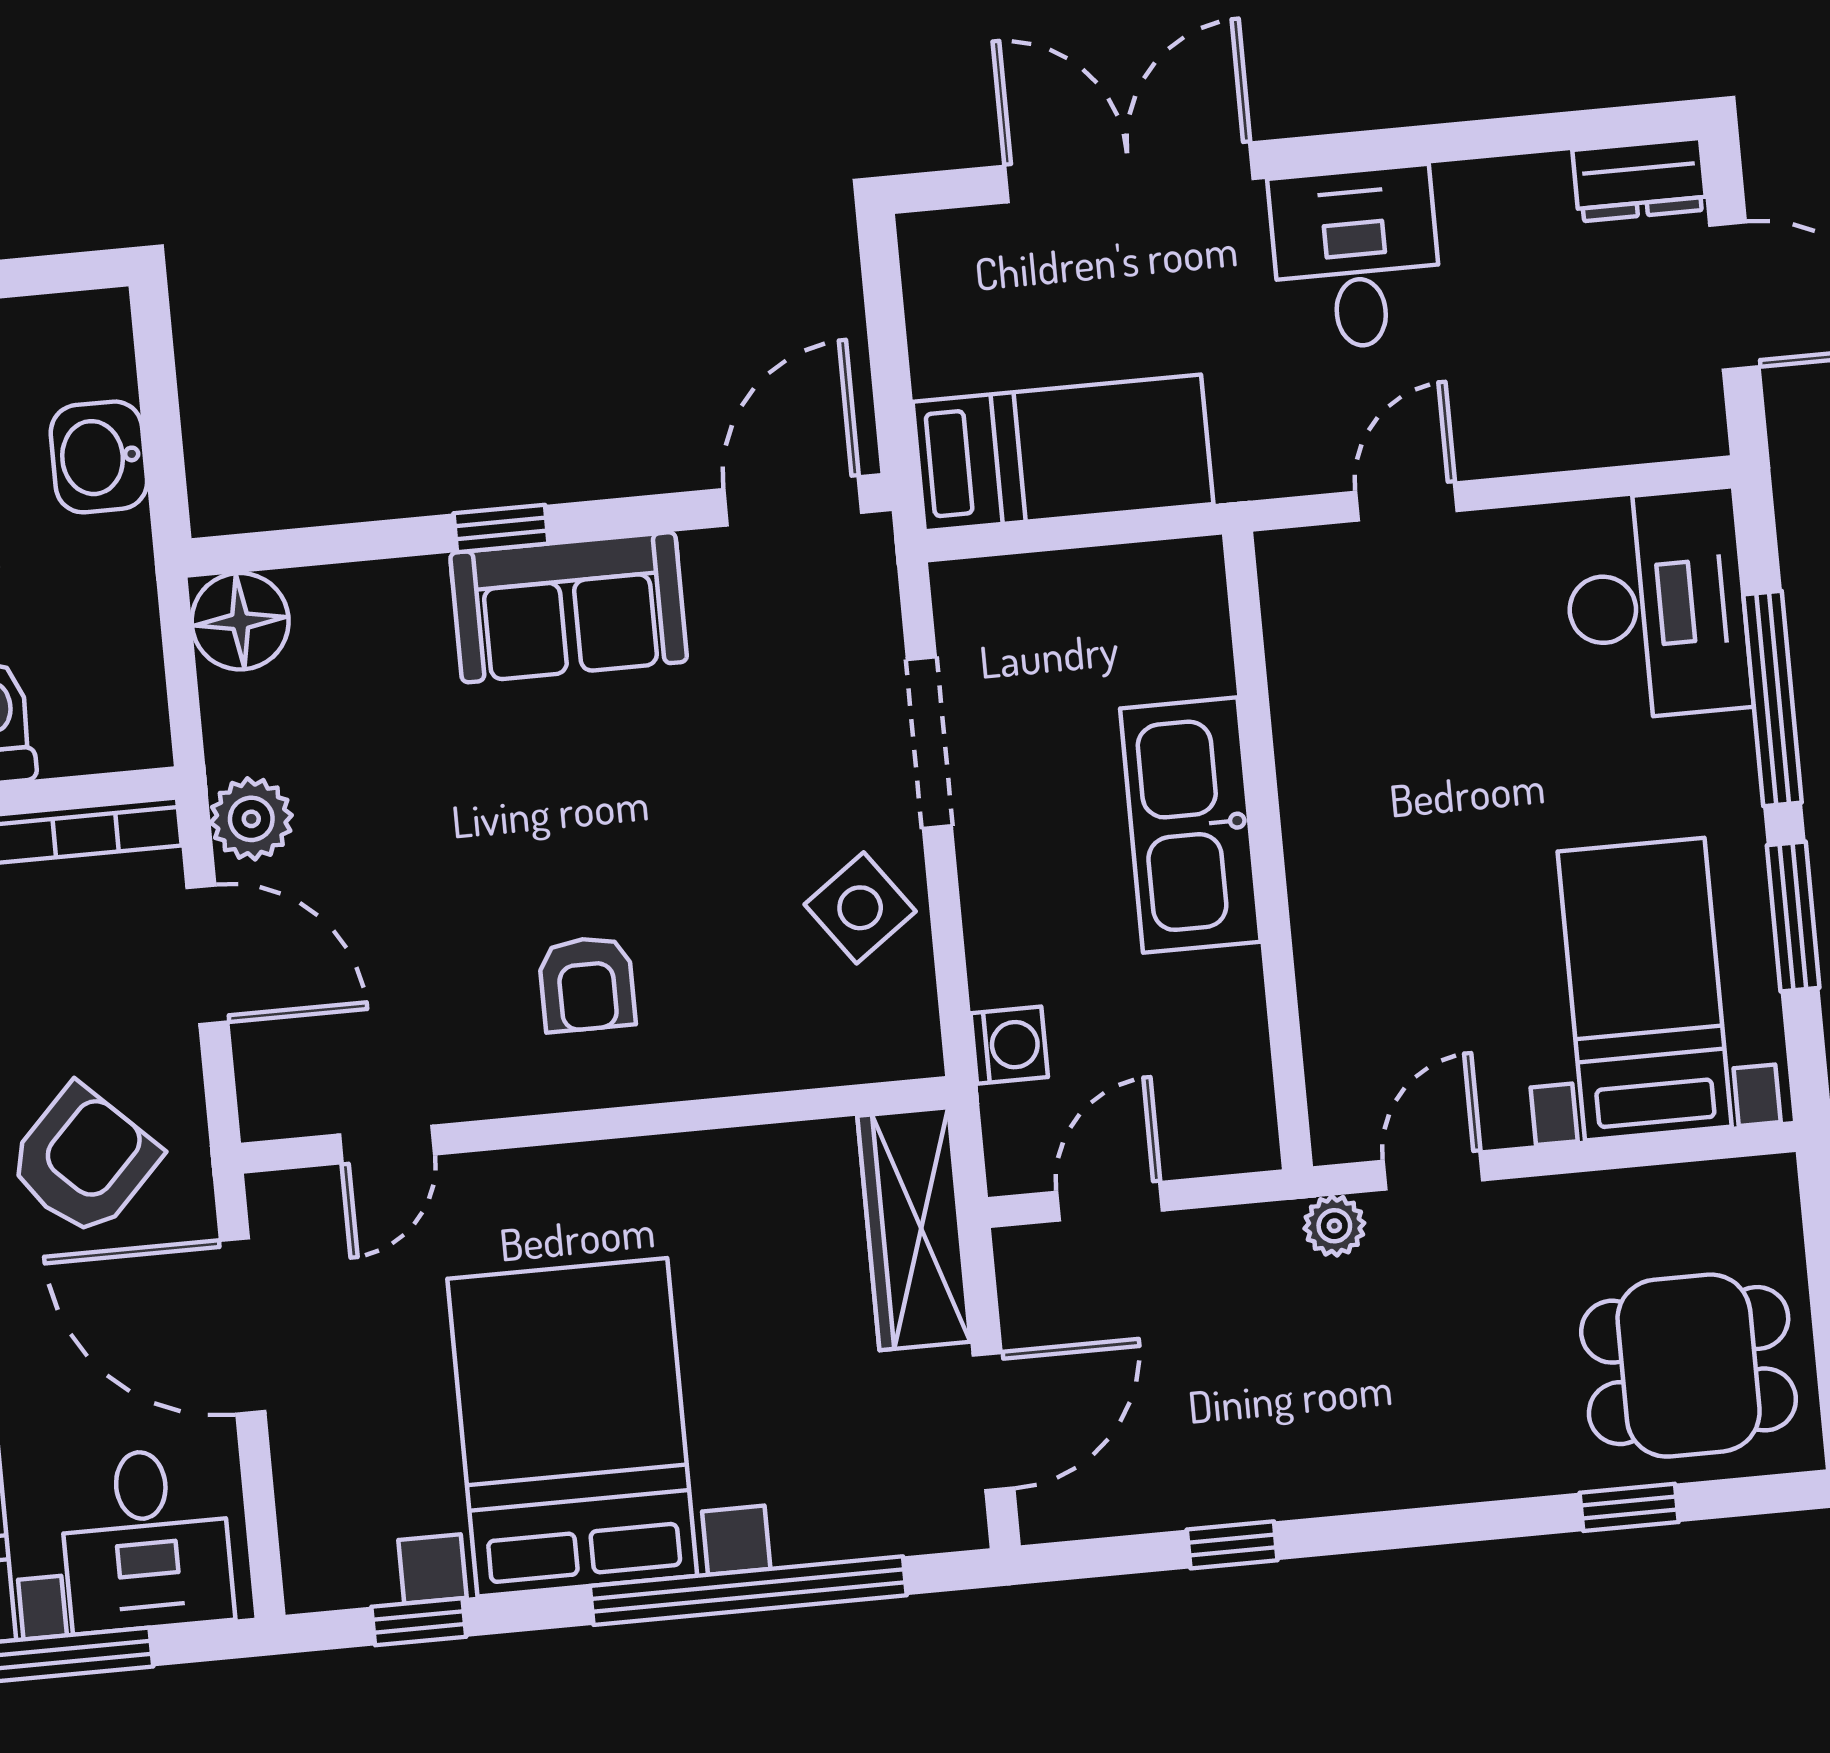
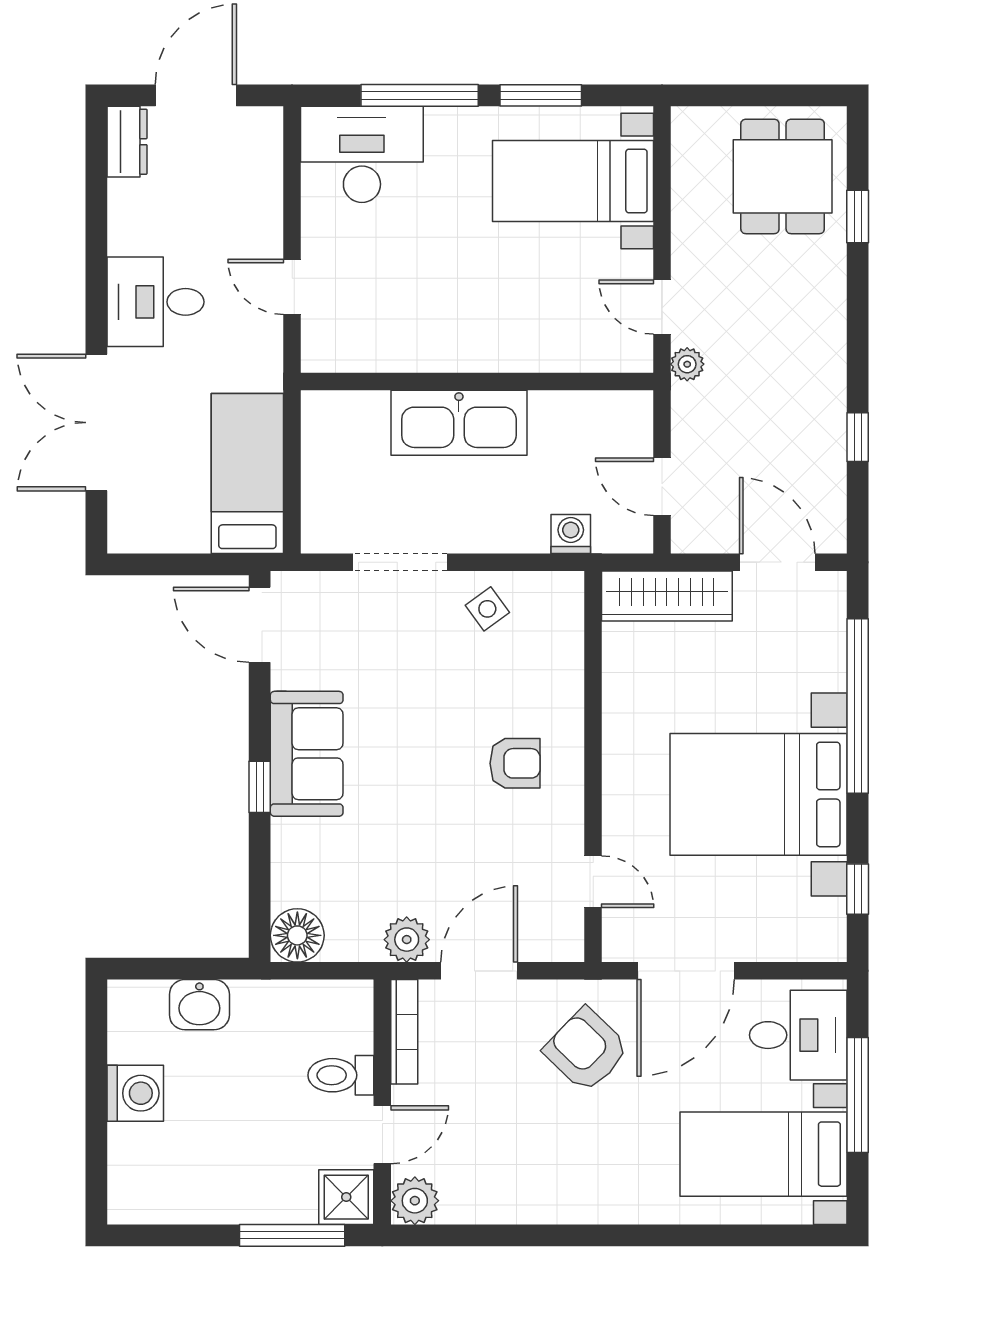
side table: (860, 908) -> (487, 609), width x0.73, depth x0.73

